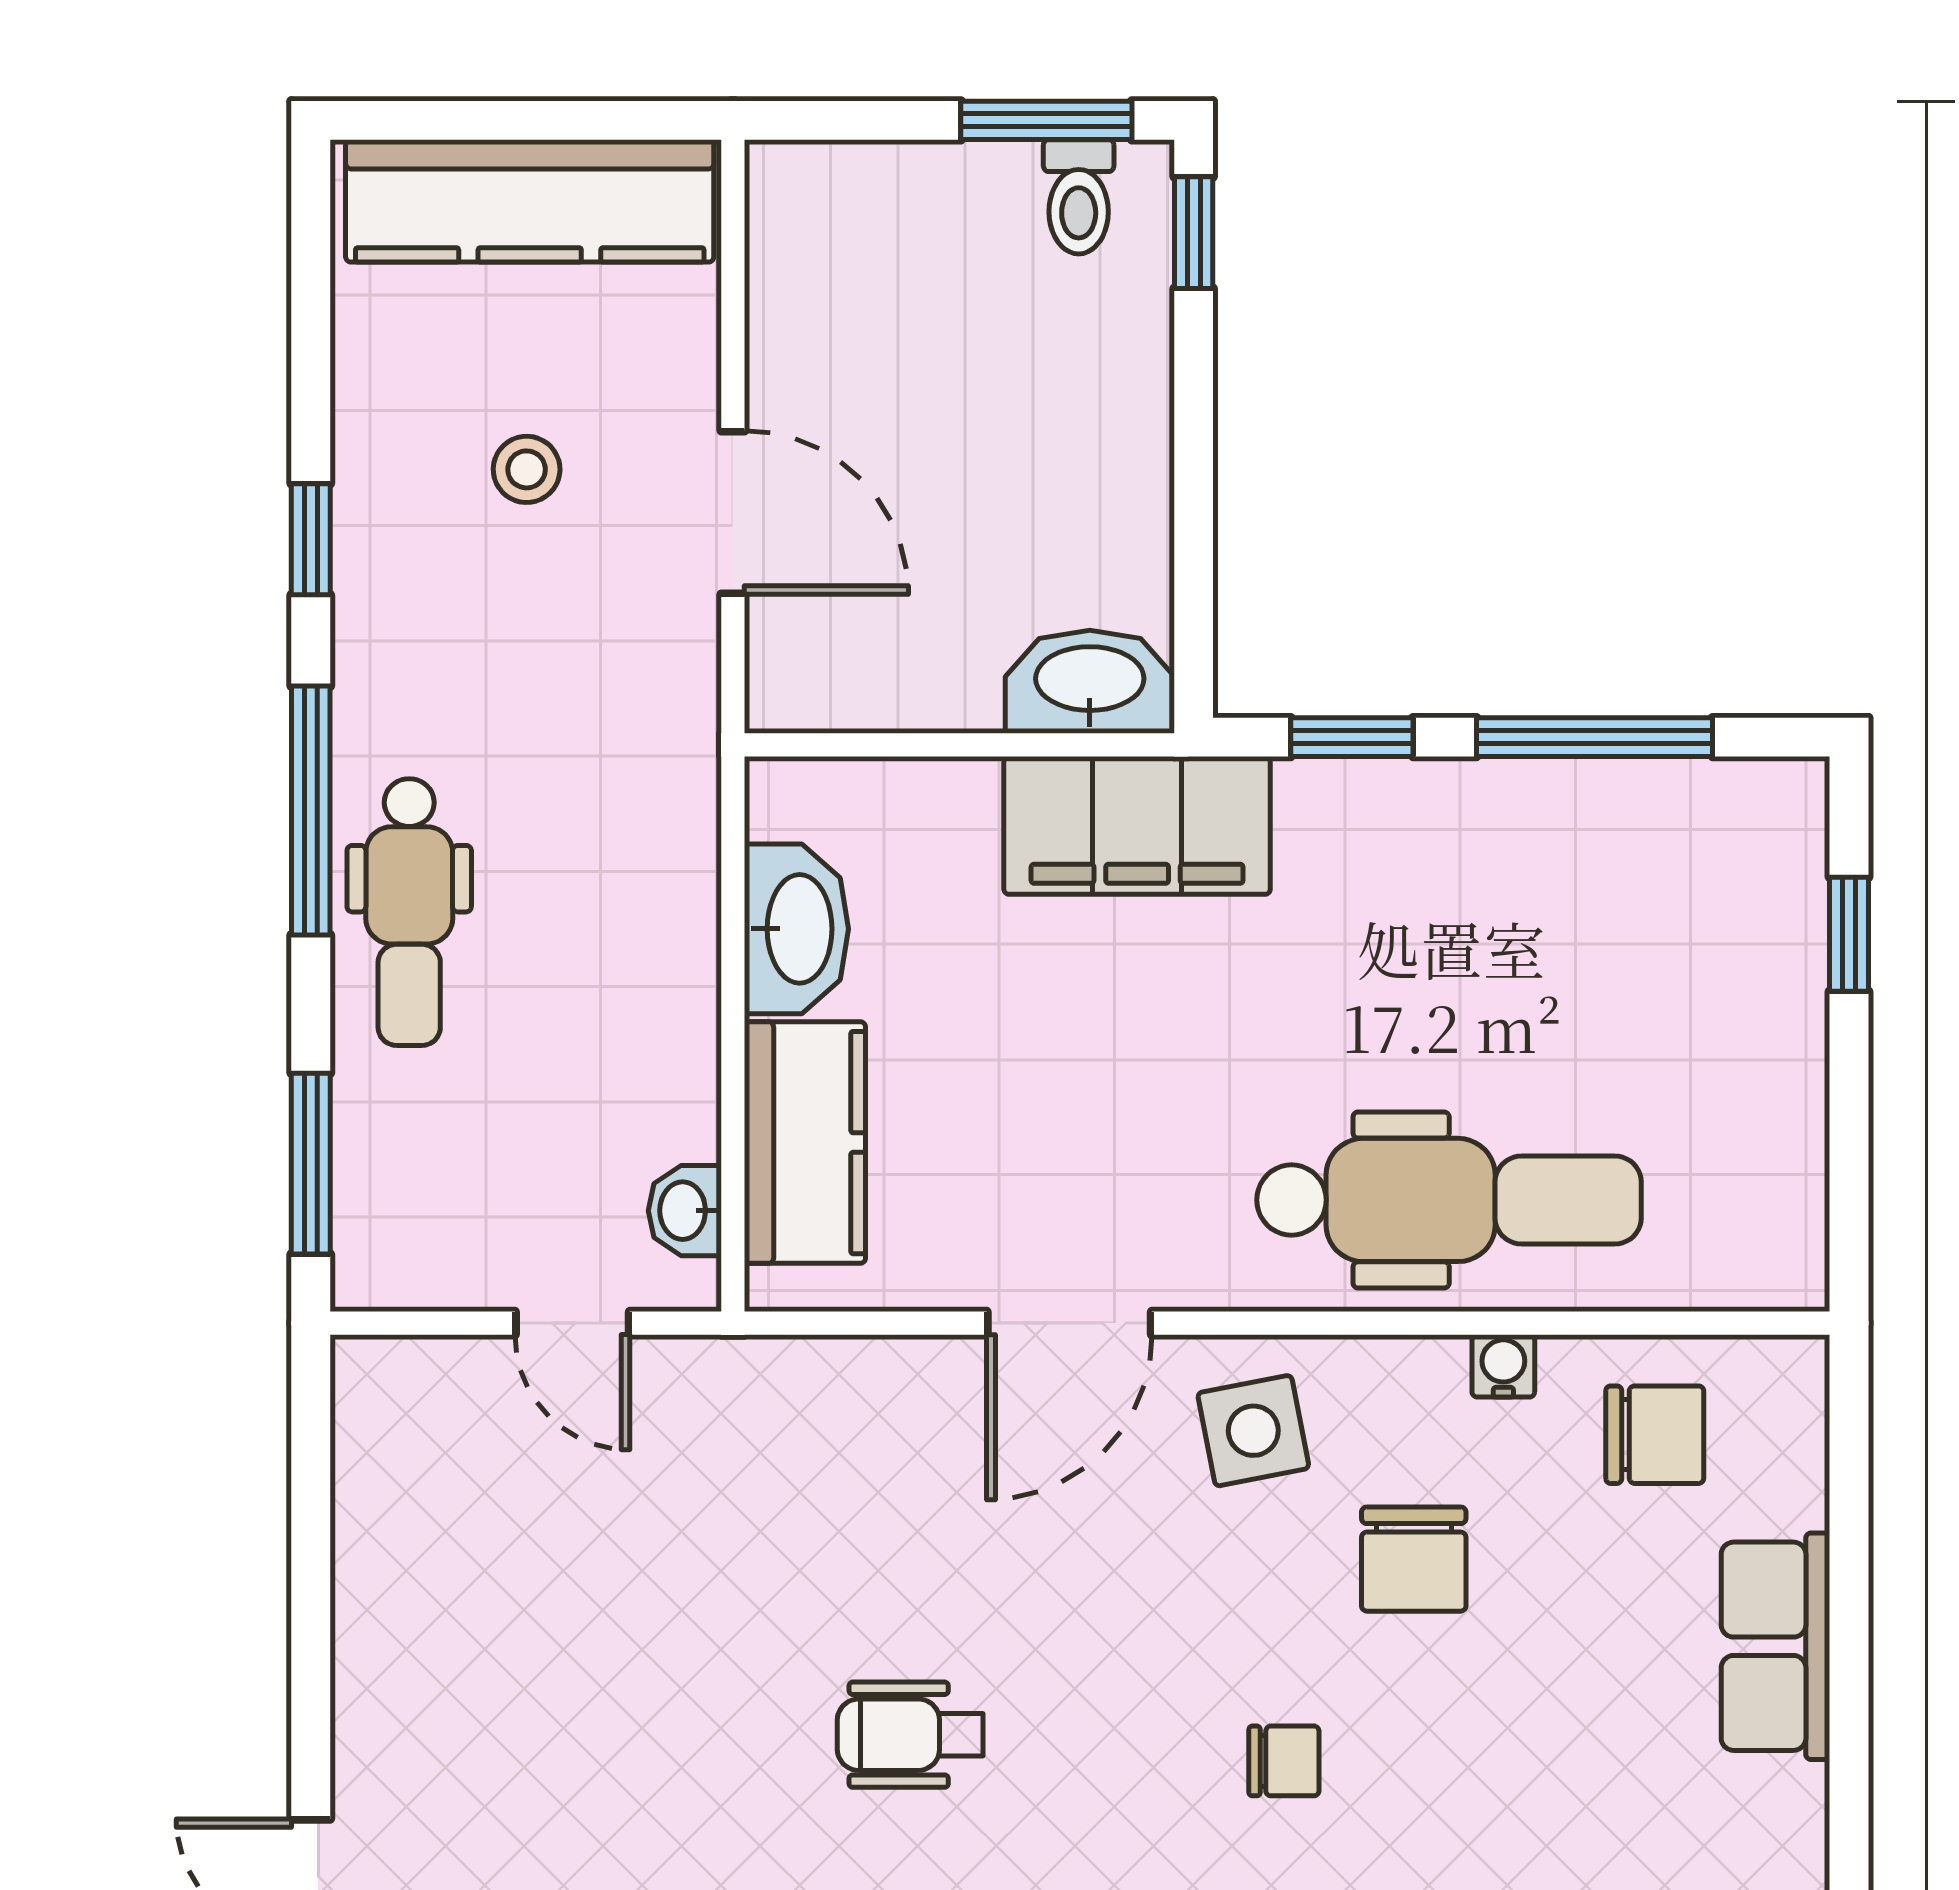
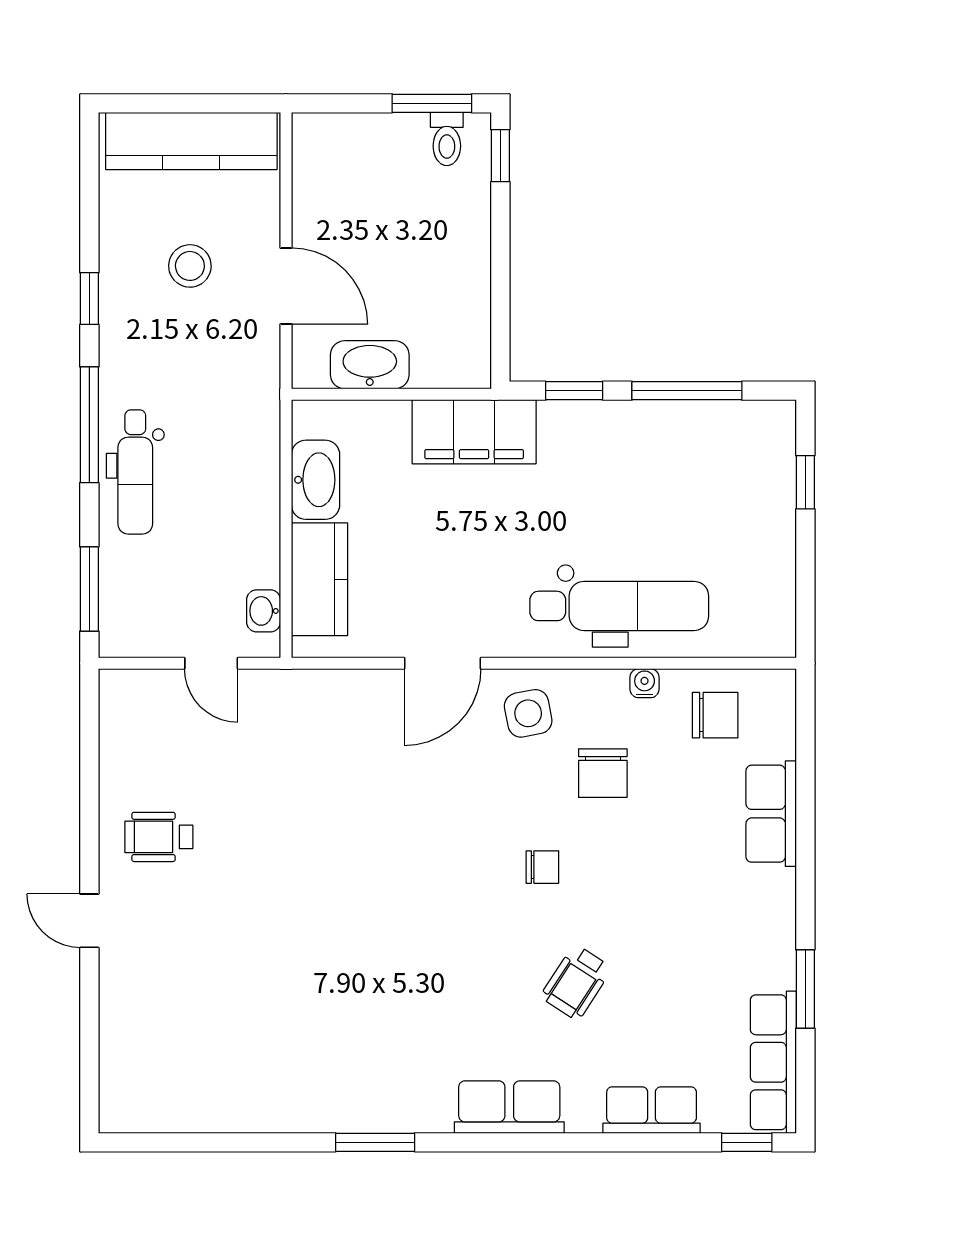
stool: (527, 469) -> (190, 266), width x1.37, depth x1.37
washbasin: (1090, 682) -> (370, 365), moved
wheelchair: (910, 1735) -> (159, 837), moved

